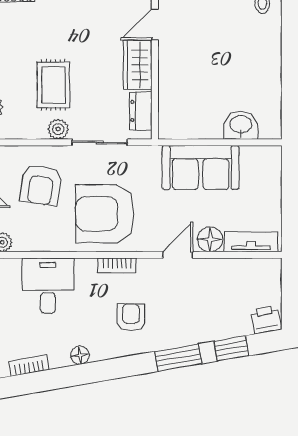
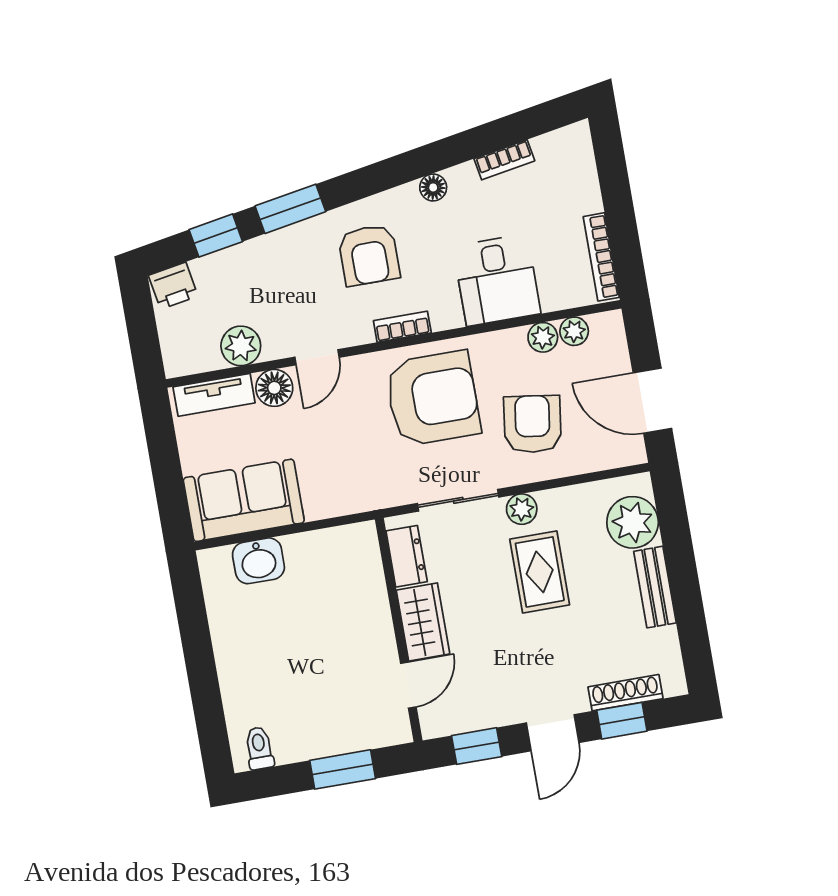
sofa: (201, 168) -> (244, 500), moved
plant: (24, 242) -> (543, 337), added
plant: (227, 271) -> (241, 346), added
armchair: (131, 317) -> (369, 255), width x1.38, depth x1.38

